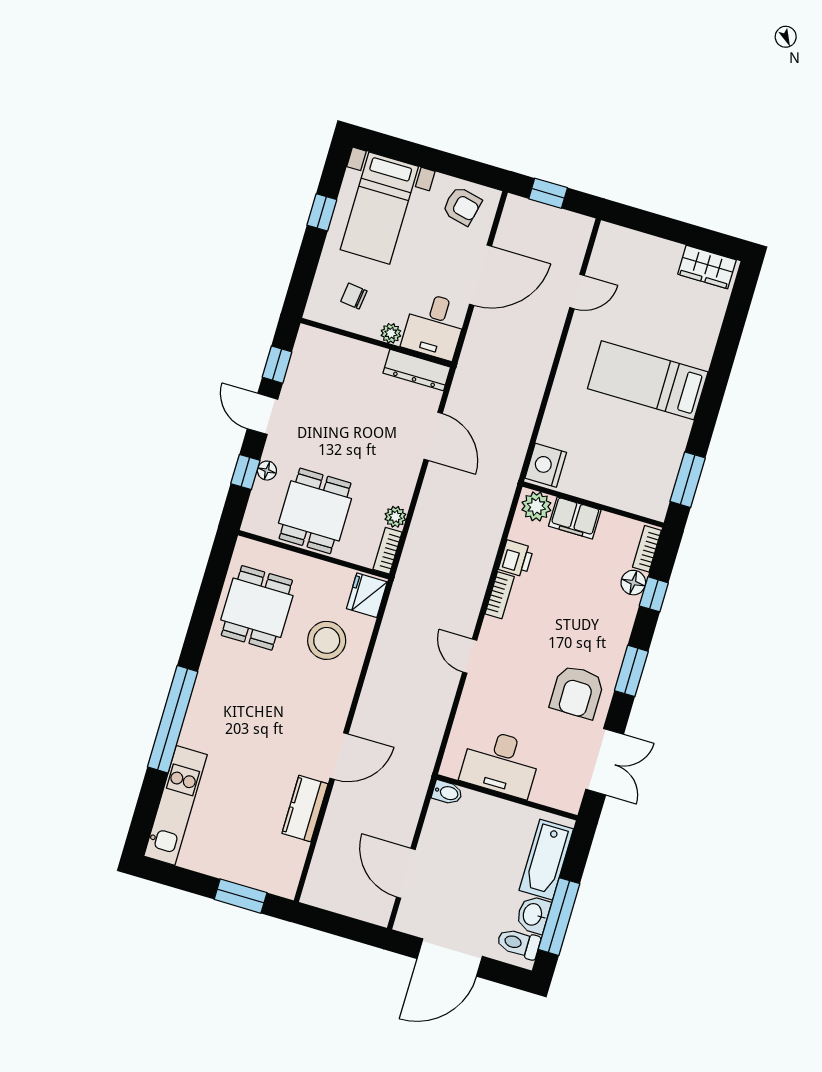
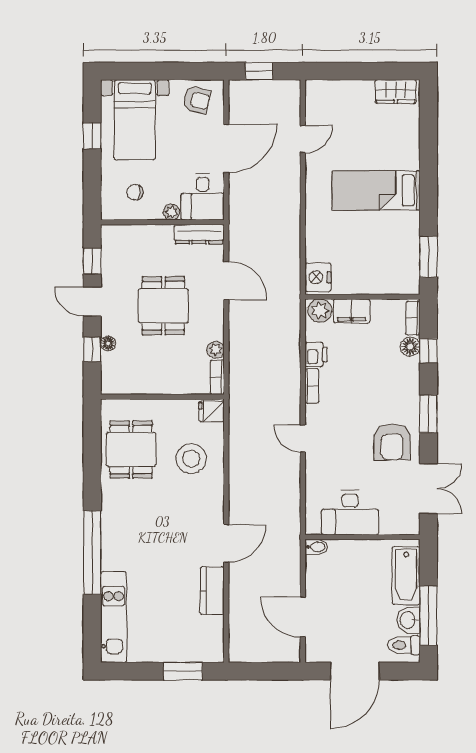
dining table: (315, 511) -> (163, 306), moved
fridge: (367, 595) -> (211, 411), width x0.72

